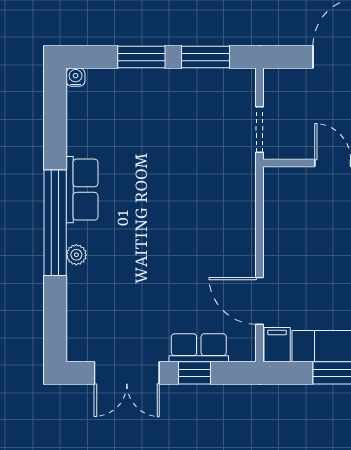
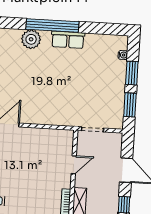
water cooler: (76, 77) -> (123, 55), moved
plant: (76, 255) -> (31, 39), width x1.88, depth x1.88

